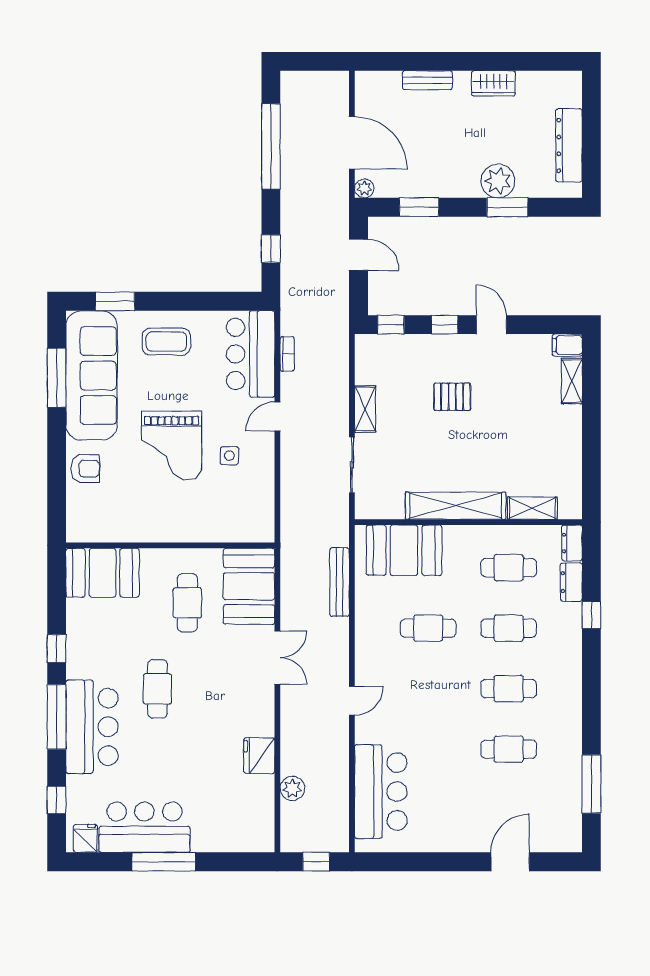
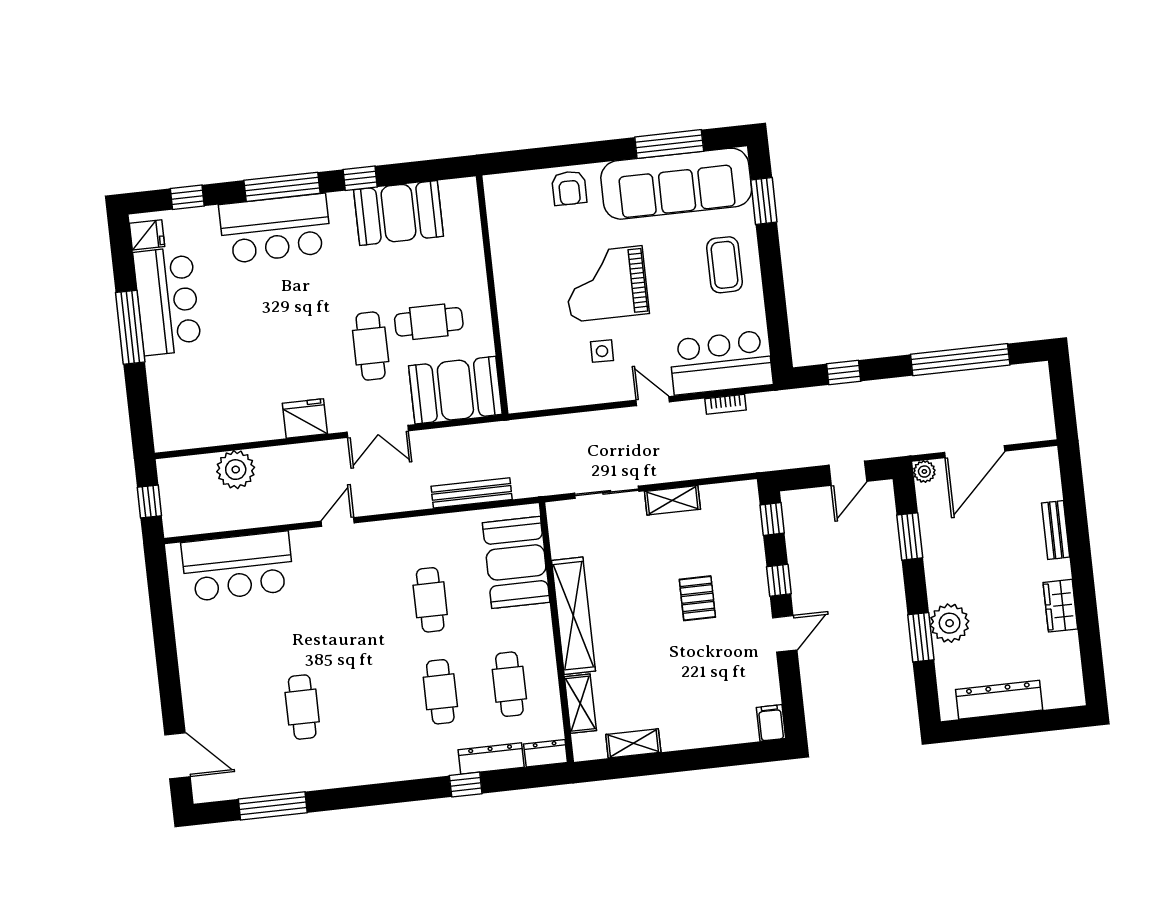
shelving: (572, 381) -> (633, 743), moved
booth: (102, 573) -> (398, 213), moved, turned 90
dresser: (571, 582) -> (491, 758), width x1.44
cafe table: (157, 689) -> (371, 346), moved, turned 90
cafe table: (509, 689) -> (371, 699), removed
door: (352, 701) -> (338, 522), swing flipped
fridge: (259, 756) -> (305, 418), moved
plant: (292, 788) -> (236, 470), width x1.36, depth x1.36
door: (510, 862) -> (177, 756), moved

